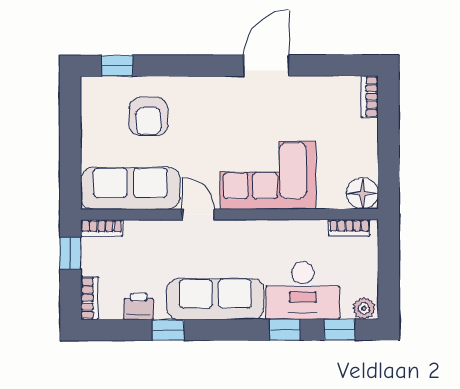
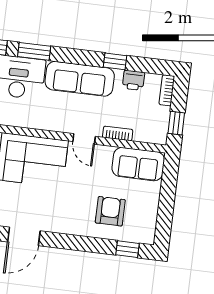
sofa: (130, 188) -> (138, 164), width x0.73
bookcase: (102, 228) -> (118, 134), moved
window: (285, 330) -> (34, 51), width x1.50

